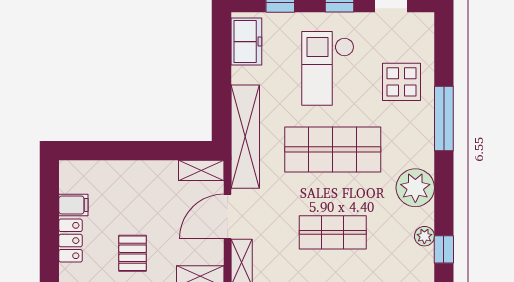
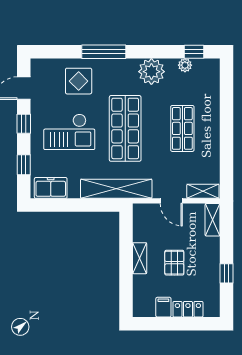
shelving: (201, 170) -> (140, 258), moved
door: (228, 216) -> (171, 201), width x0.73
pallet: (133, 253) -> (174, 263), moved, turned 90

